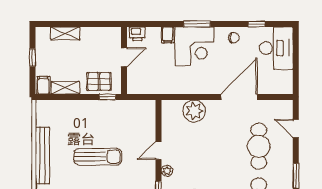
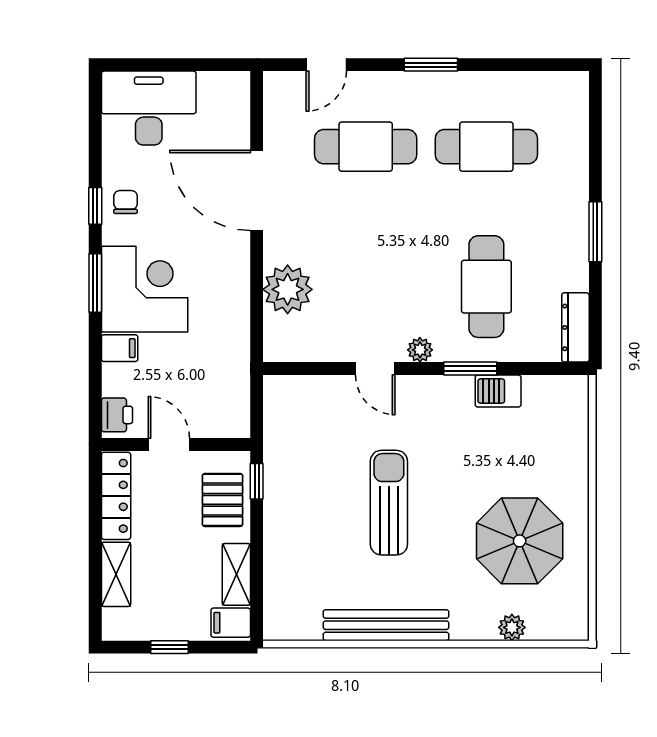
window: (257, 24) -> (95, 206), moved
locker: (101, 33) -> (116, 496), added

